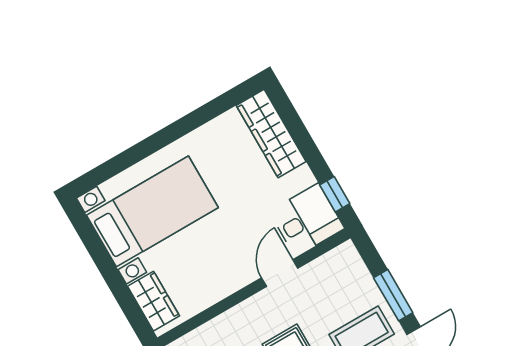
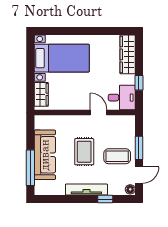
window: (335, 194) -> (139, 83), moved
door: (280, 273) -> (99, 113), hinge flipped

